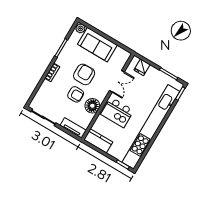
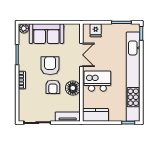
armchair: (76, 94) -> (53, 87), turned 90
kitchen island: (117, 112) -> (97, 81), turned 180

